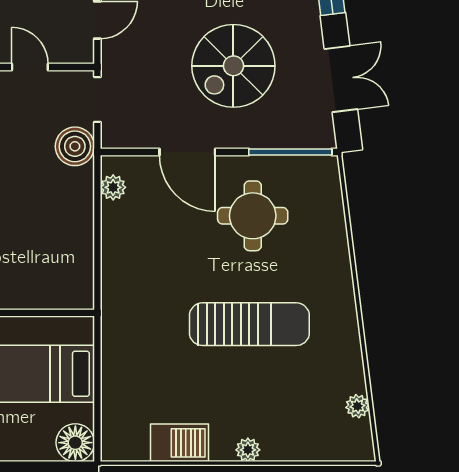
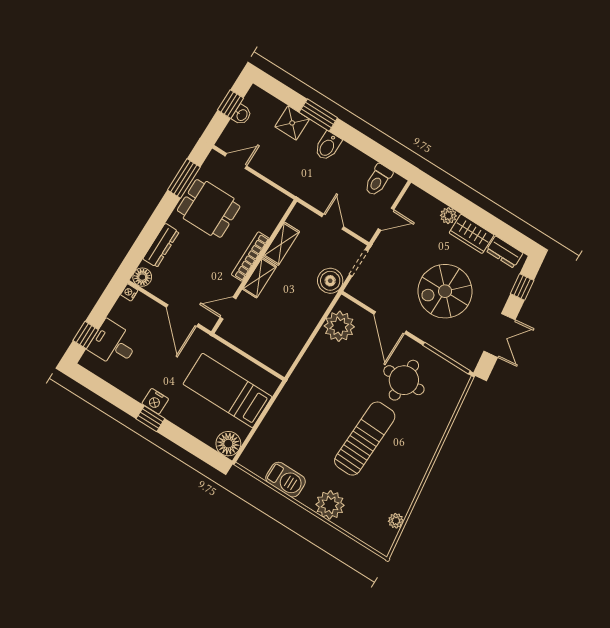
plant: (113, 187) -> (339, 326), width x1.88, depth x1.88
sun lounger: (249, 324) -> (365, 439), turned -88
plant: (248, 450) -> (330, 505), width x1.88, depth x1.88

